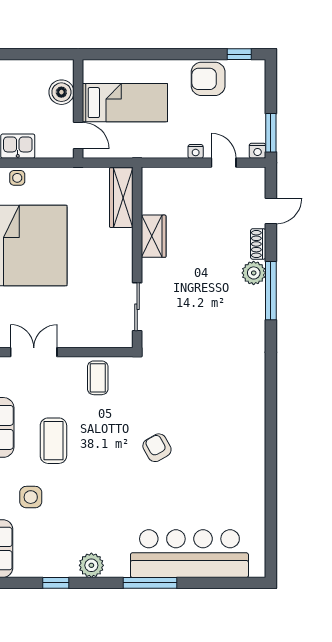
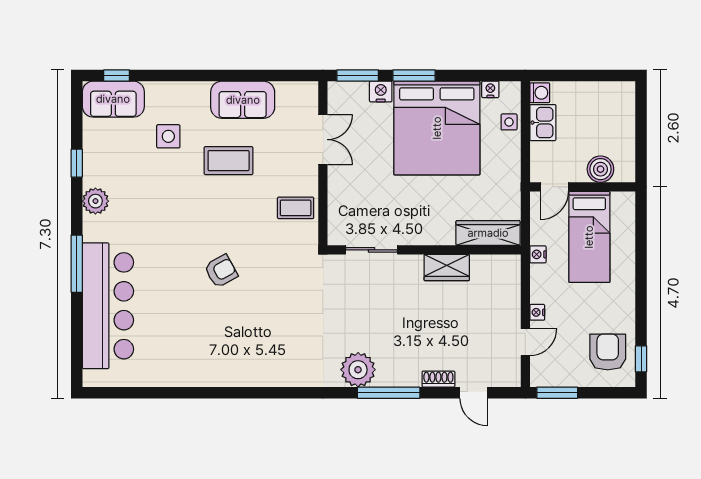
armchair: (208, 79) -> (608, 352), moved
nightstand: (258, 151) -> (538, 254), moved
plant: (254, 273) -> (358, 370), moved, width x1.36, depth x1.36

